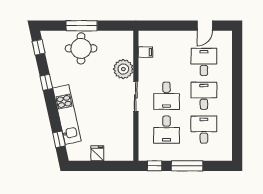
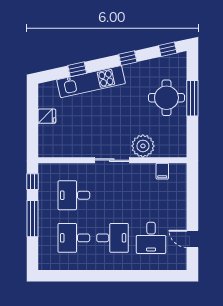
desk: (204, 62) -> (151, 238), turned 90
desk: (167, 96) -> (112, 195), removed
desk: (204, 130) -> (74, 238), turned 180
window: (59, 139) -> (77, 69), moved

